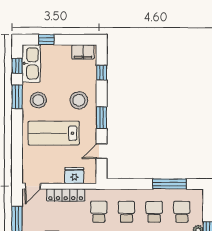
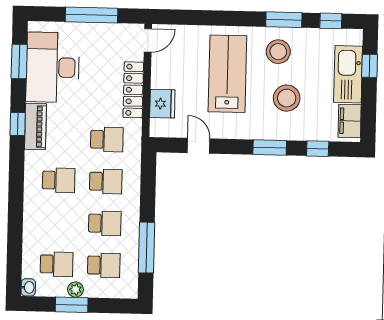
kitchen sink: (31, 63) -> (348, 74), moved, turned 90
stool: (79, 100) -> (287, 98), moved
window: (102, 118) -> (270, 147), moved
door: (33, 186) -> (148, 40), swing flipped

